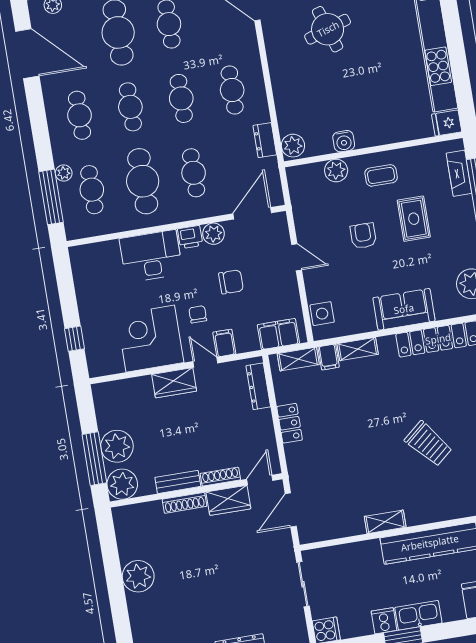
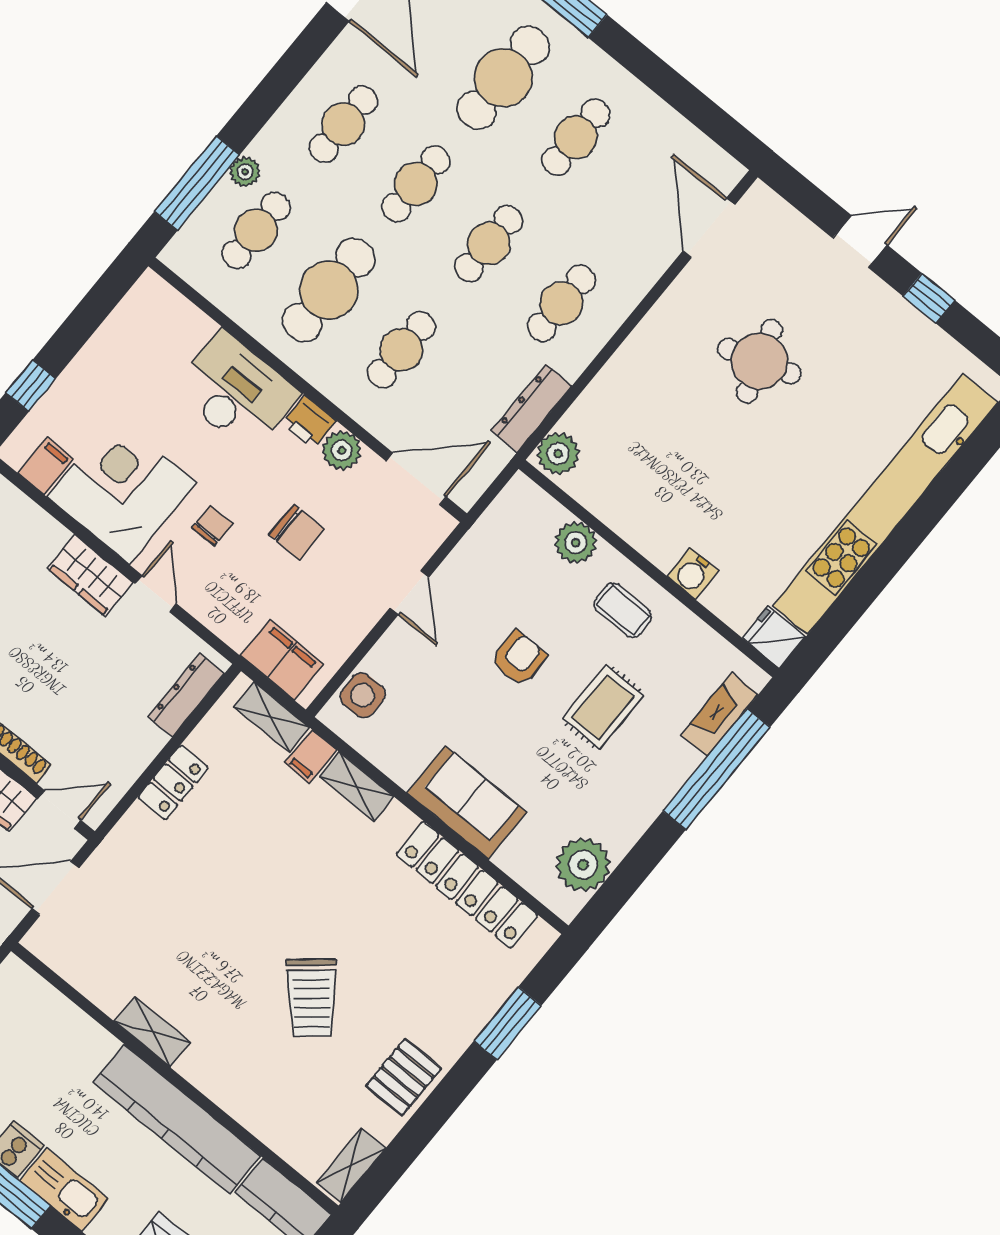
dresser: (265, 140) -> (532, 408), width x1.44
water cooler: (344, 141) -> (693, 573), moved
filing cabinet: (224, 343) -> (46, 466), moved

